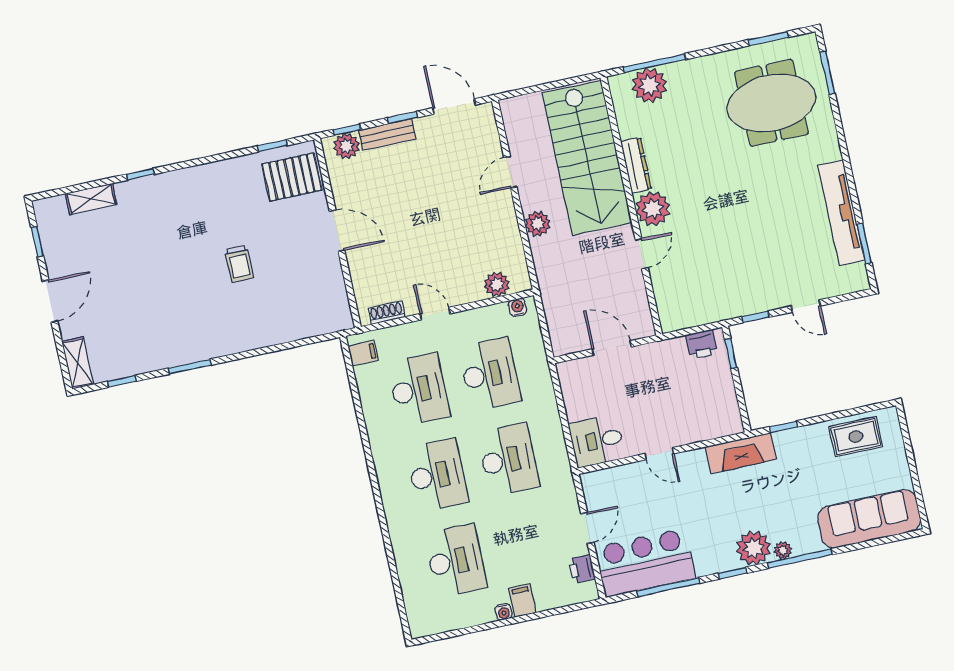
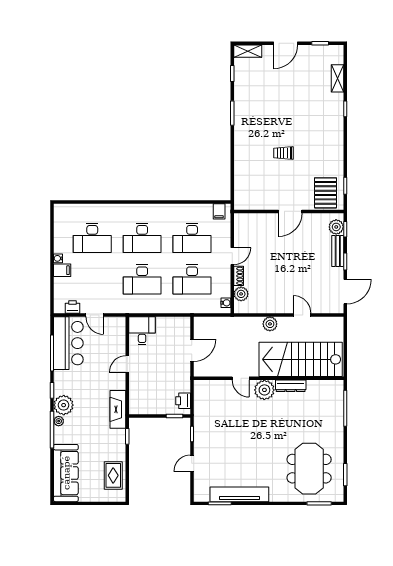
plant: (649, 85) -> (334, 403), removed
door: (50, 301) -> (286, 43), hinge flipped
shoe rack: (387, 313) -> (239, 276), moved

